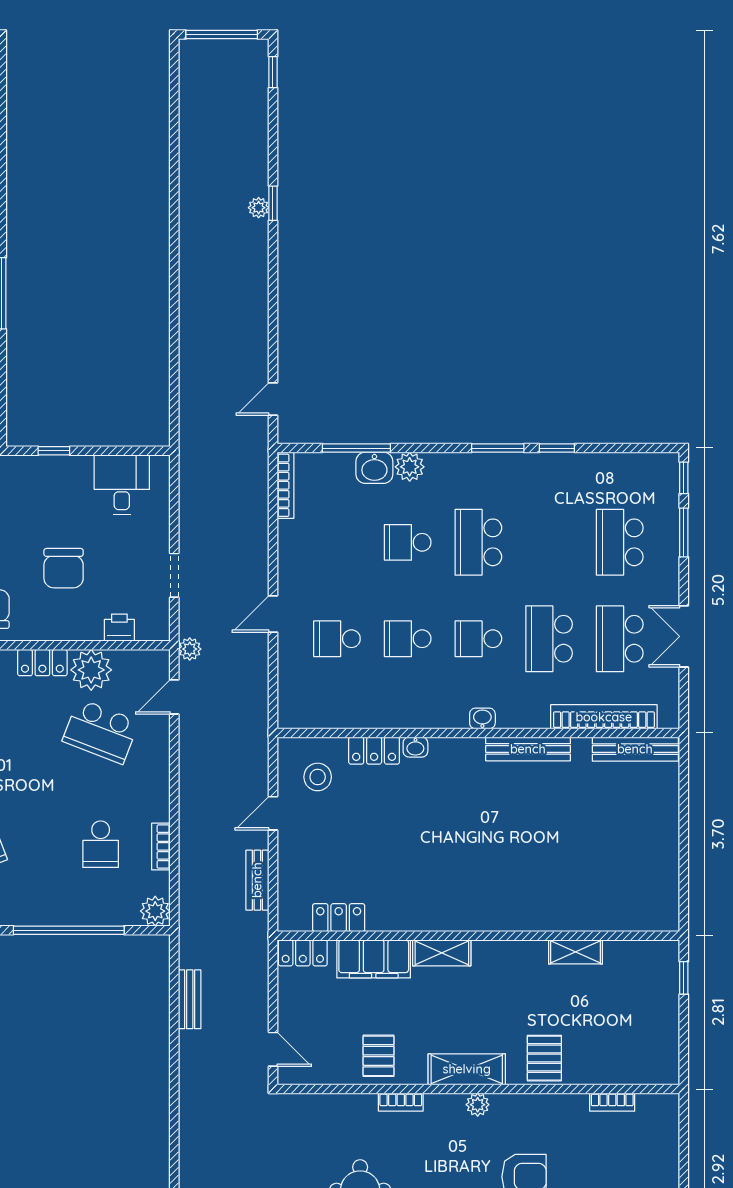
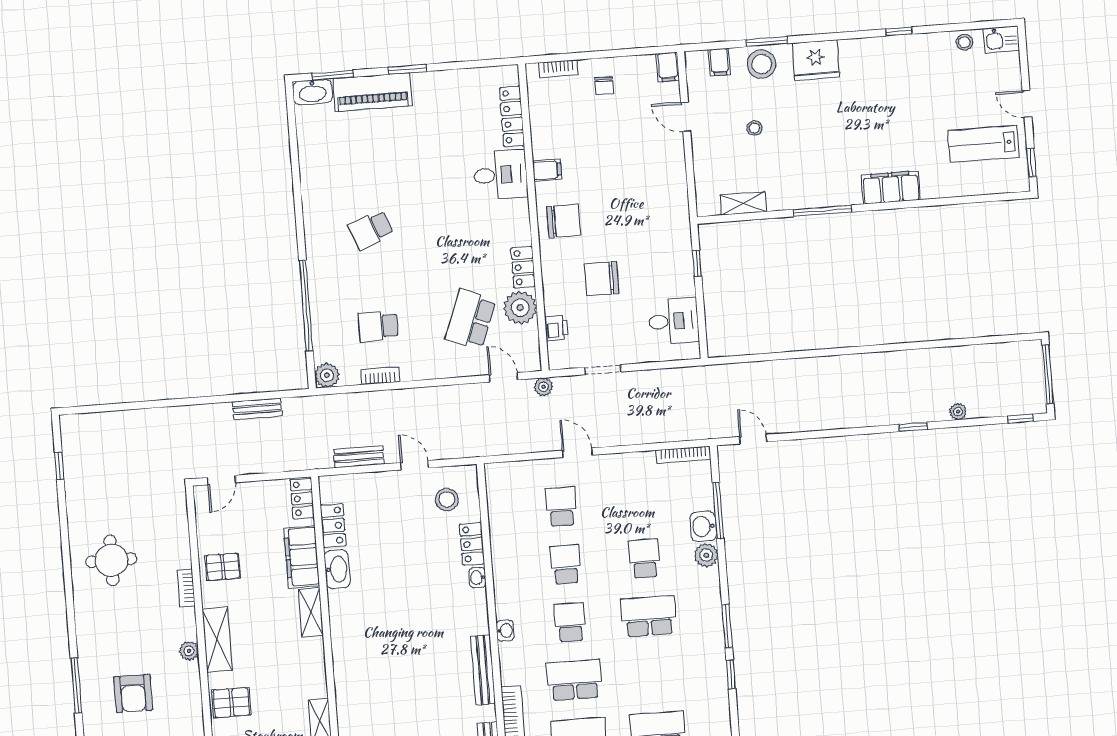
plant: (259, 208) -> (958, 412), moved
washbasin: (392, 917) -> (337, 569), added

